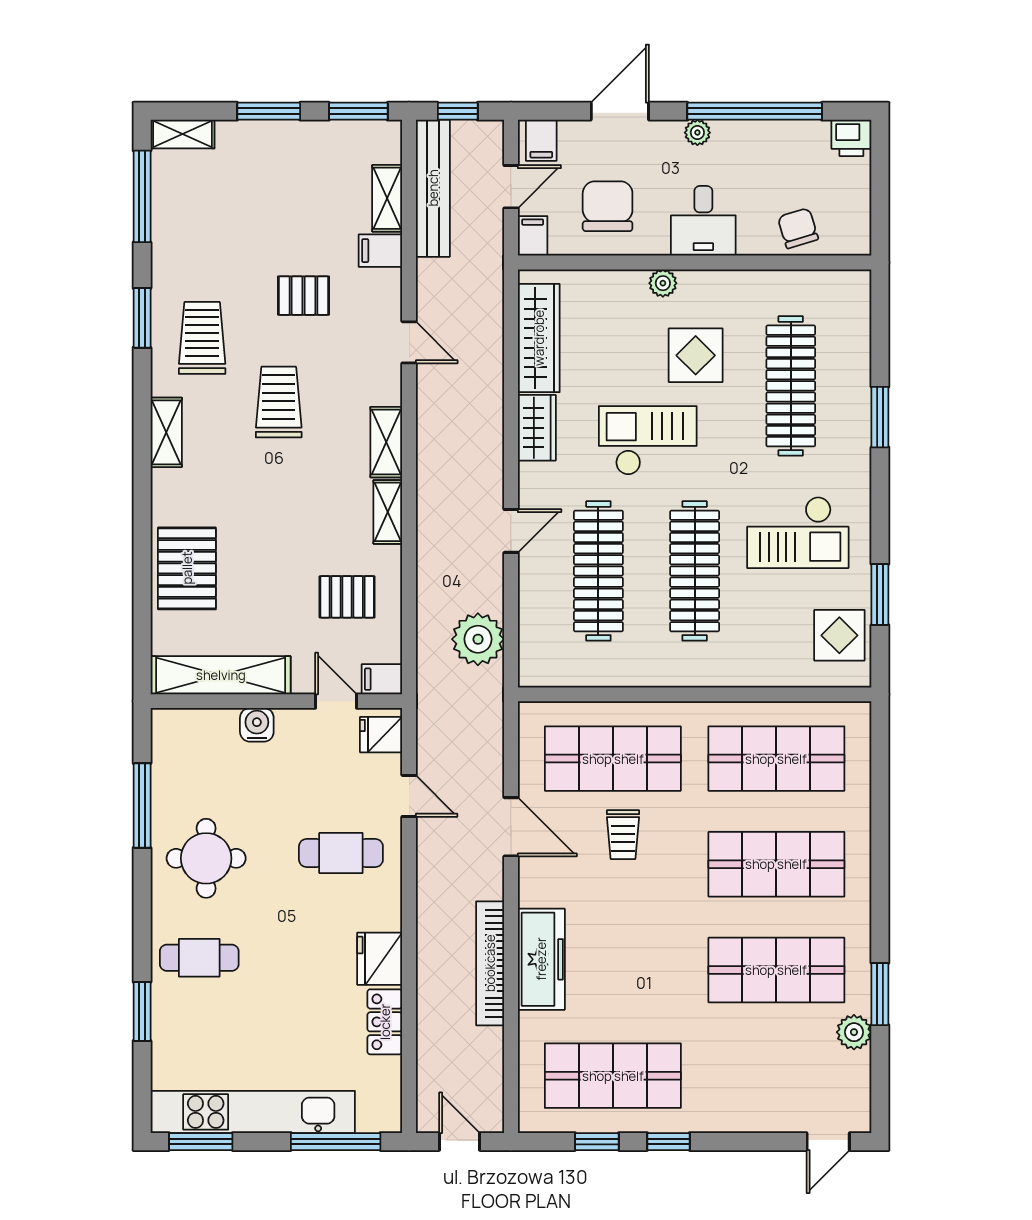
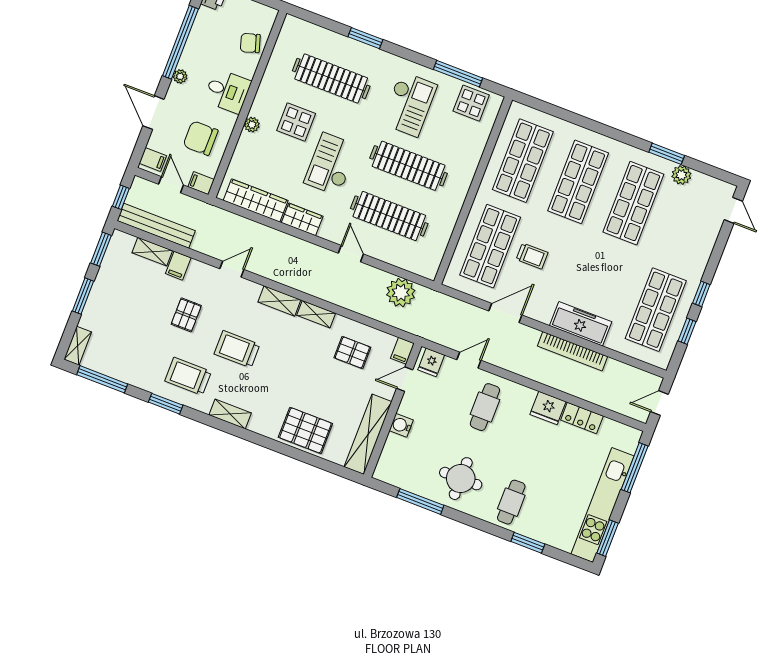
window: (880, 594) -> (458, 74), width x1.44
pallet: (347, 597) -> (352, 352), turned 90

